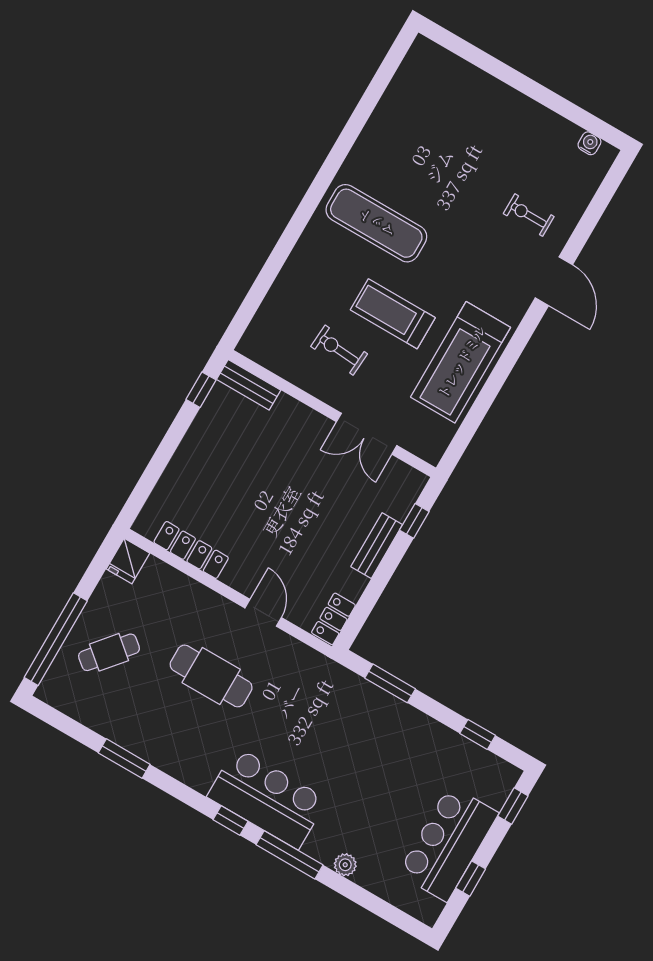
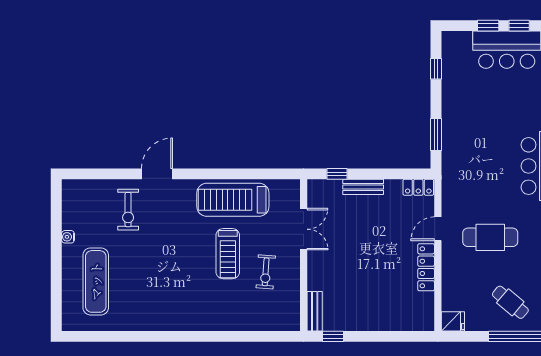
water cooler: (589, 143) -> (68, 237), moved
exercise bike: (529, 215) -> (128, 210), width x1.38, depth x1.39
exercise mat: (376, 223) -> (96, 281), moved
treadmill: (461, 362) -> (233, 200), turned 180
locker: (191, 550) -> (426, 267), moved
cafe table: (211, 676) -> (490, 237), turned 90
window: (513, 806) -> (488, 26), moved

